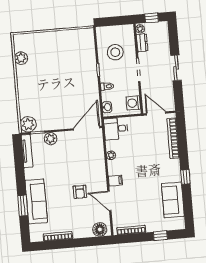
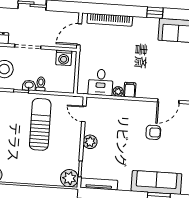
sun lounger: (71, 91) -> (40, 124), added
washbasin: (107, 107) -> (29, 85), moved
door: (87, 128) -> (84, 114), width x0.53
desk: (116, 129) -> (101, 82), moved
plant: (51, 139) -> (90, 142), moved
filing cabinet: (115, 181) -> (130, 90), moved

